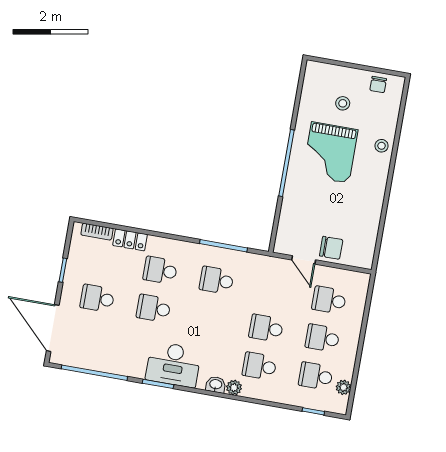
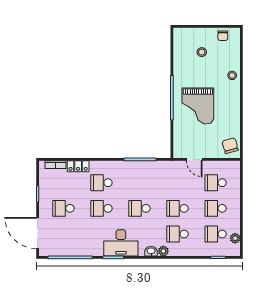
grand piano: (330, 152) -> (198, 106), moved
chair: (331, 248) -> (230, 146), moved, turned -105
school desk: (217, 280) -> (139, 208), moved

